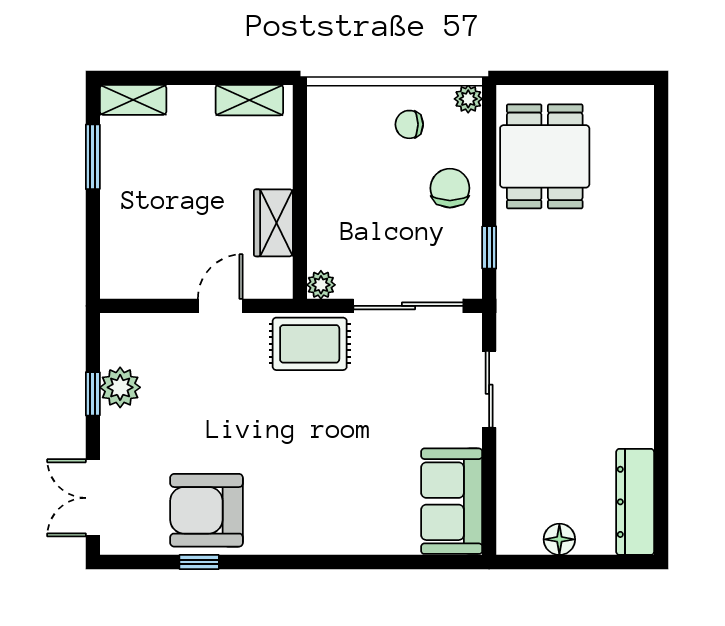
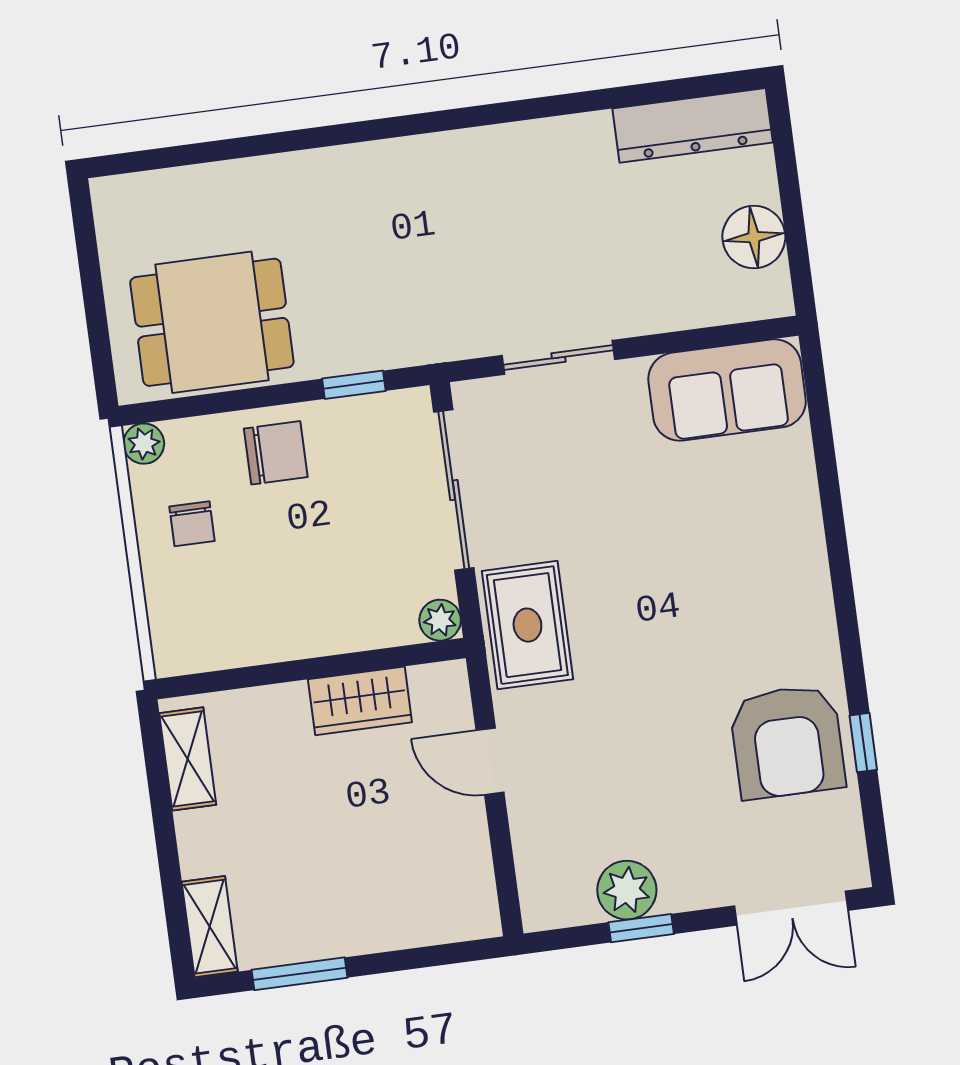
chair: (450, 188) -> (276, 453), turned 180
floor lamp: (559, 539) -> (754, 237), width x1.38, depth x1.38

